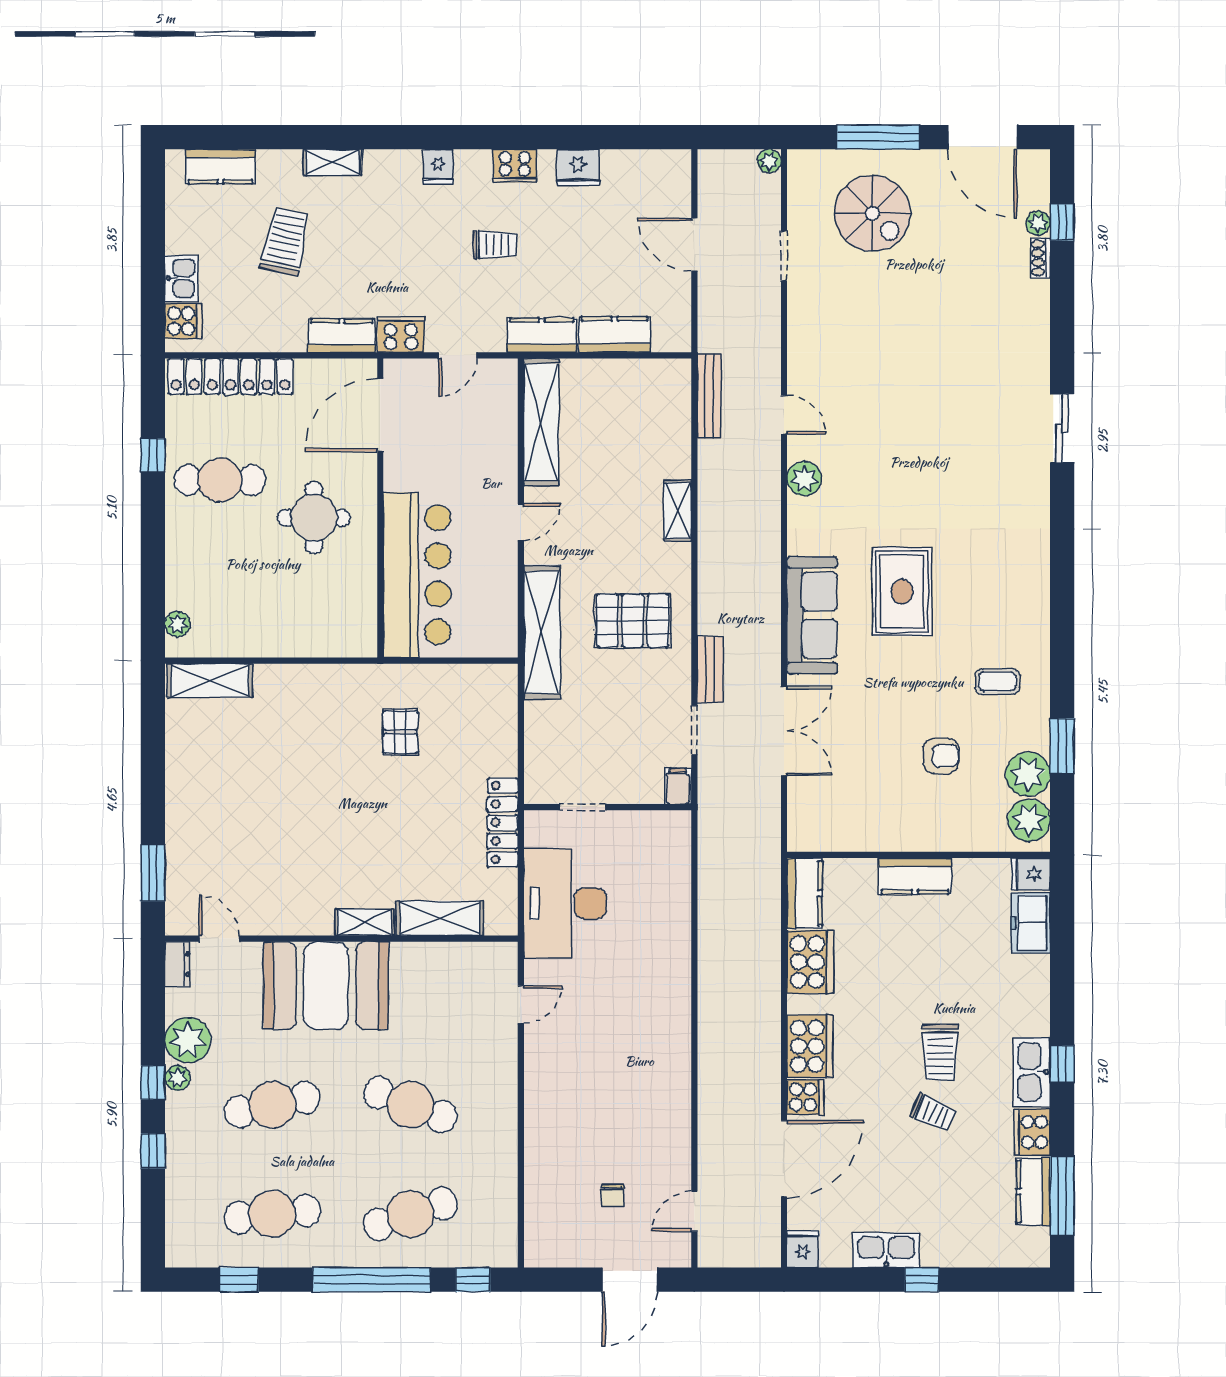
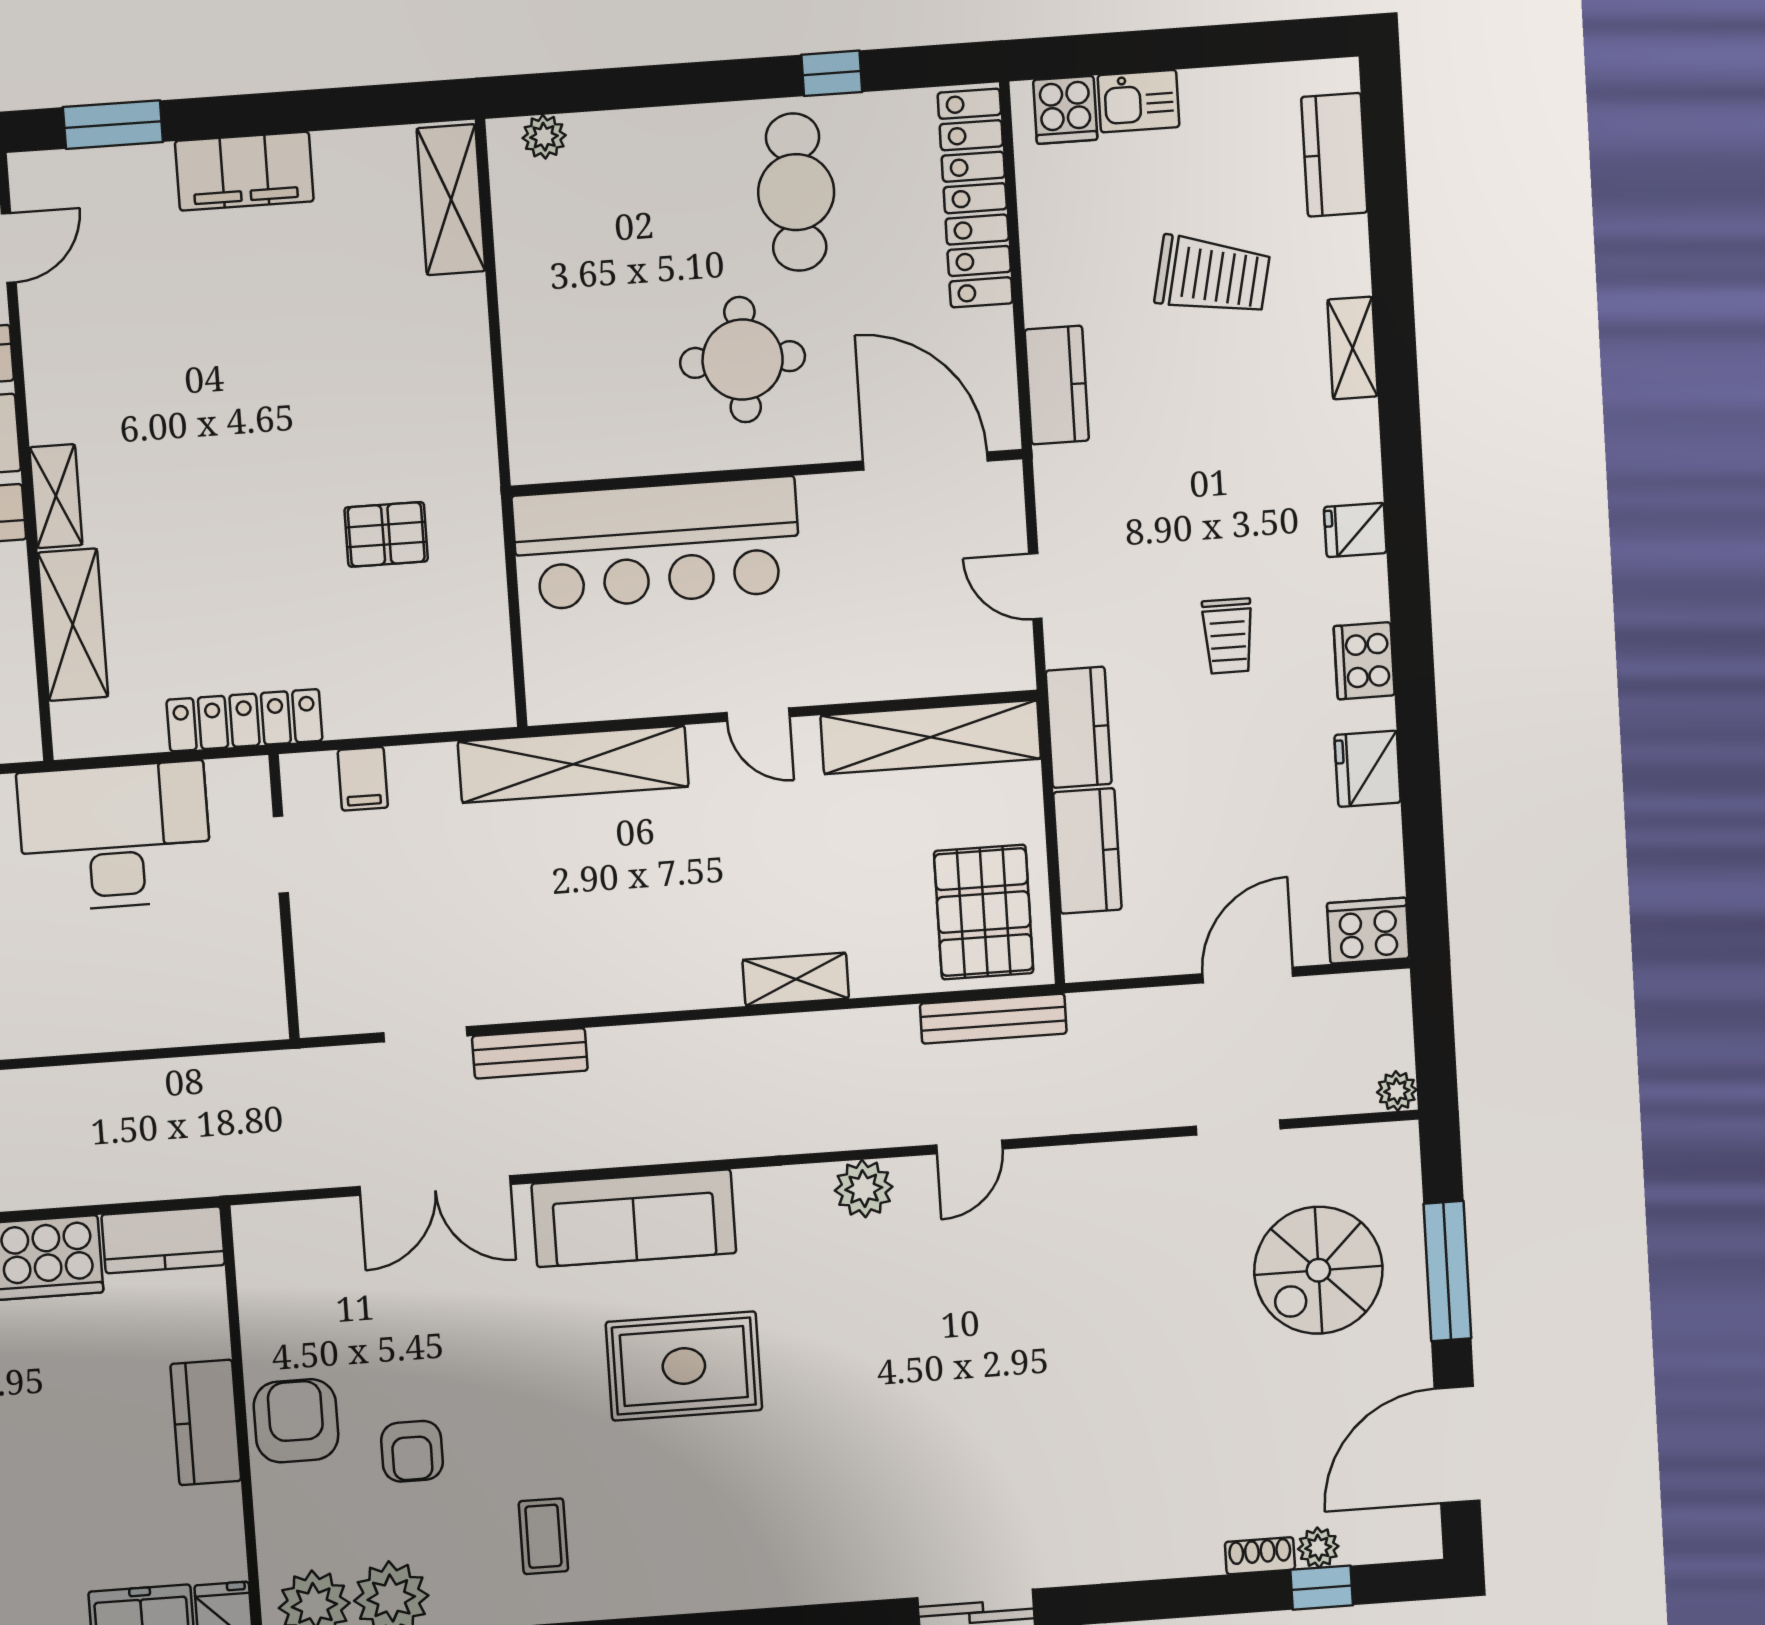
cooker: (401, 334) -> (1368, 931), moved, turned -90
pallet: (633, 621) -> (984, 912), moved
filing cabinet: (678, 786) -> (363, 779), moved, turned 90
filing cabinet: (185, 799) -> (244, 171), added
armchair: (918, 823) -> (296, 1421), added

